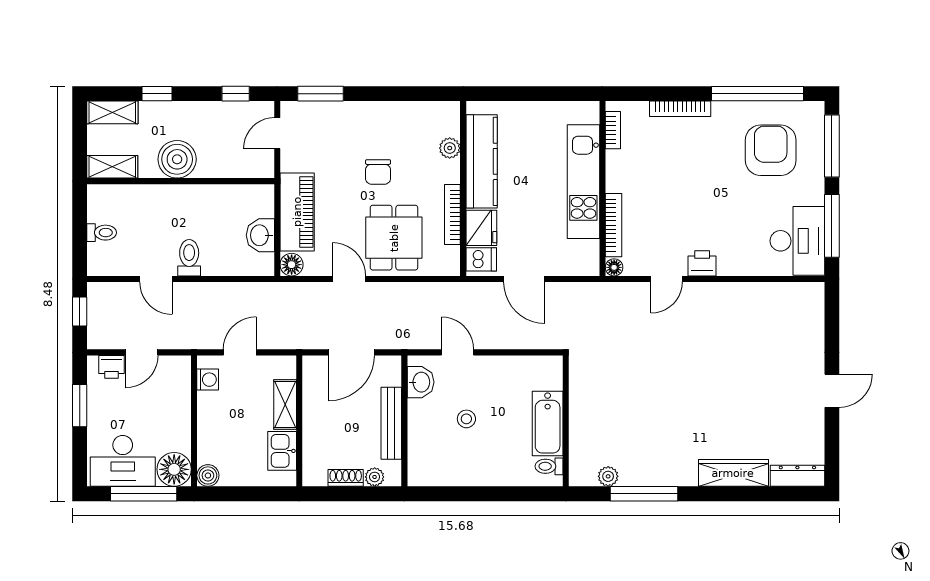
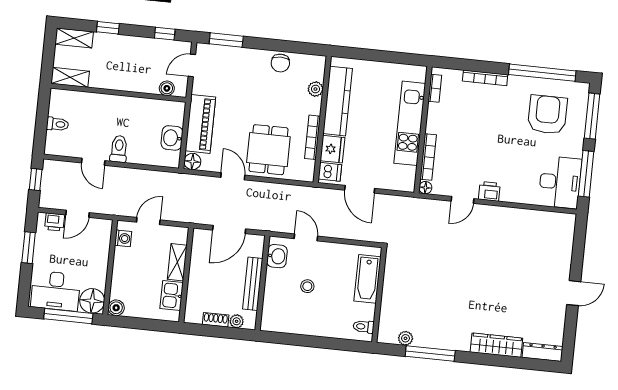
boiler: (177, 159) -> (167, 88), moved, width x0.54, depth x0.54
chair: (378, 172) -> (280, 63), moved
bathtub: (548, 423) -> (367, 279), moved

